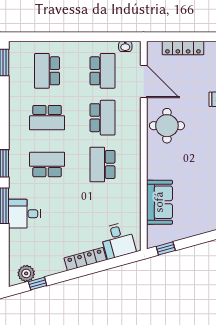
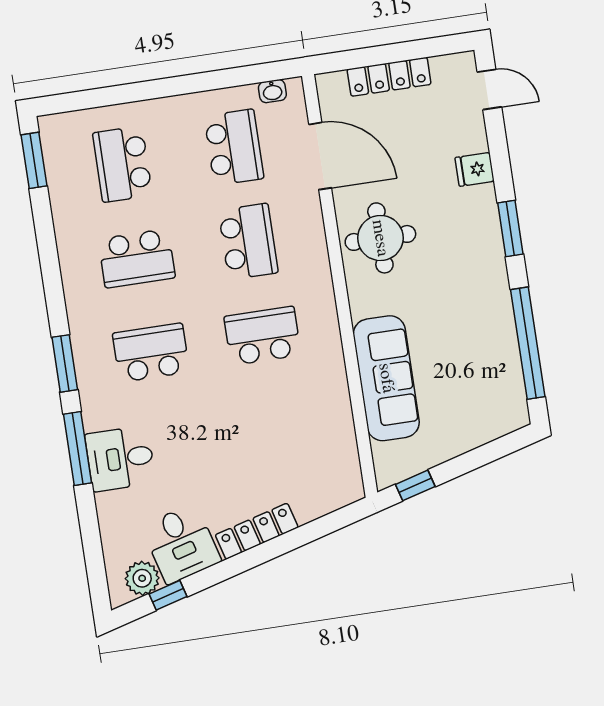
school desk: (102, 164) -> (262, 336), turned 90
sofa: (159, 202) -> (386, 378), width x1.36
desk: (118, 240) -> (181, 544), moved

